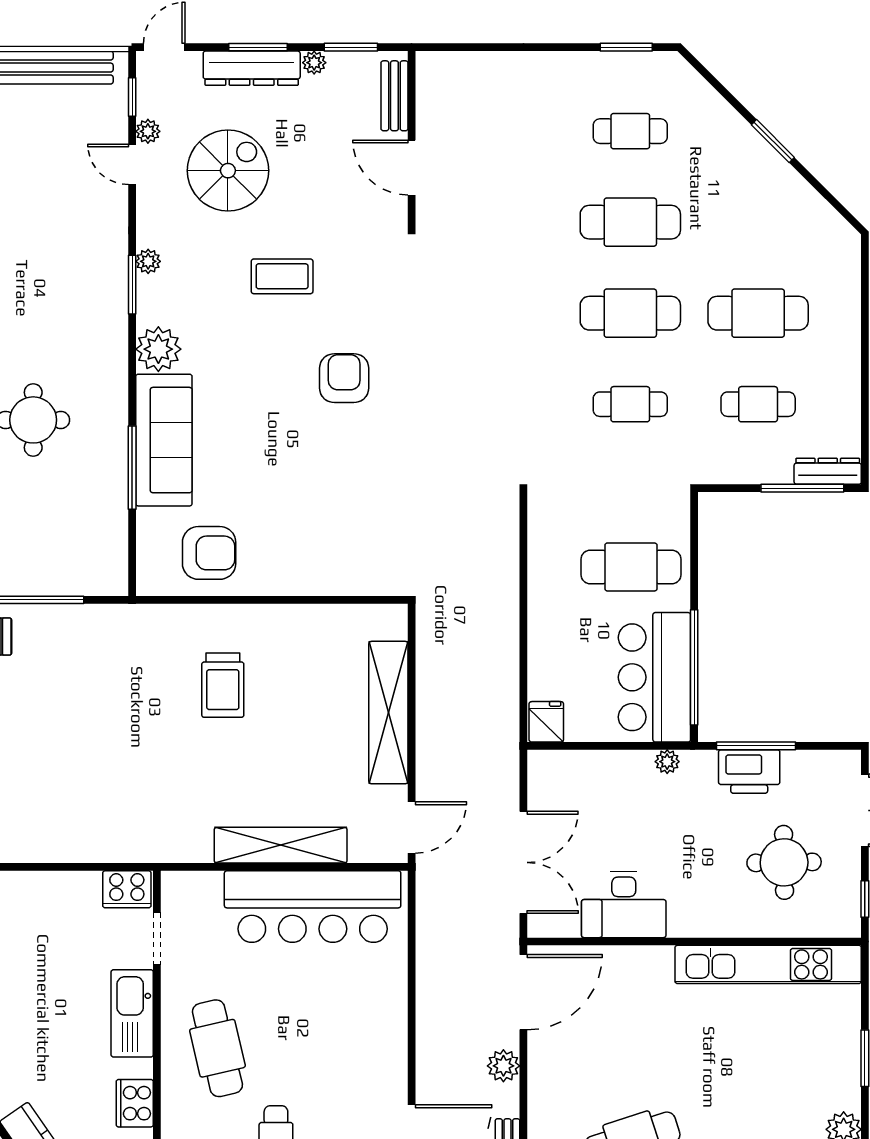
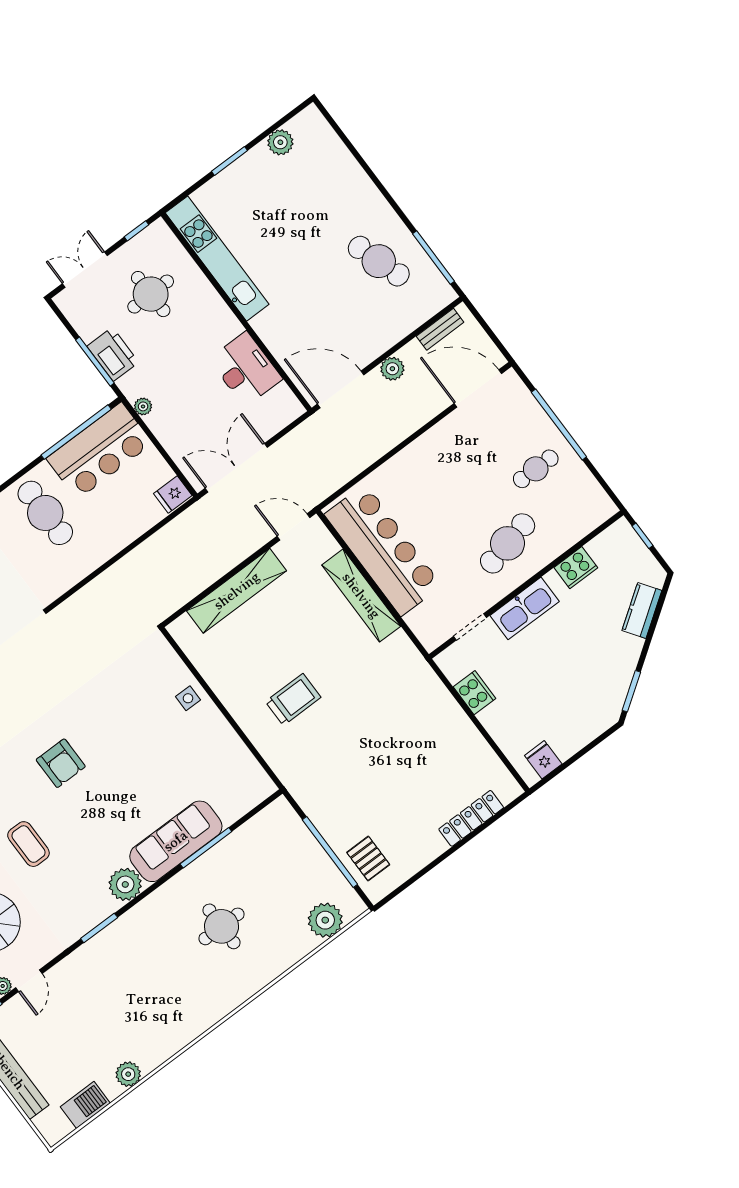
plant: (148, 261) -> (78, 929), removed
armchair: (344, 378) -> (61, 763), turned -90
armchair: (209, 553) -> (222, 765), removed
side table: (311, 571) -> (188, 698), added
double door: (523, 862) -> (236, 468), moved
cooker: (127, 889) -> (474, 693), moved

